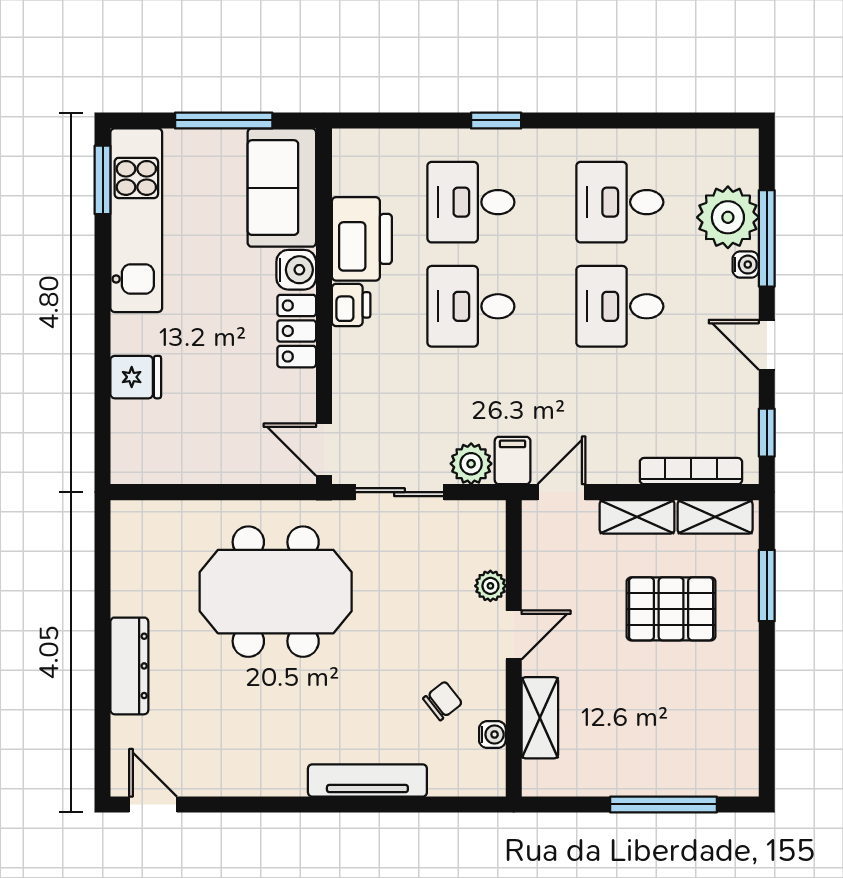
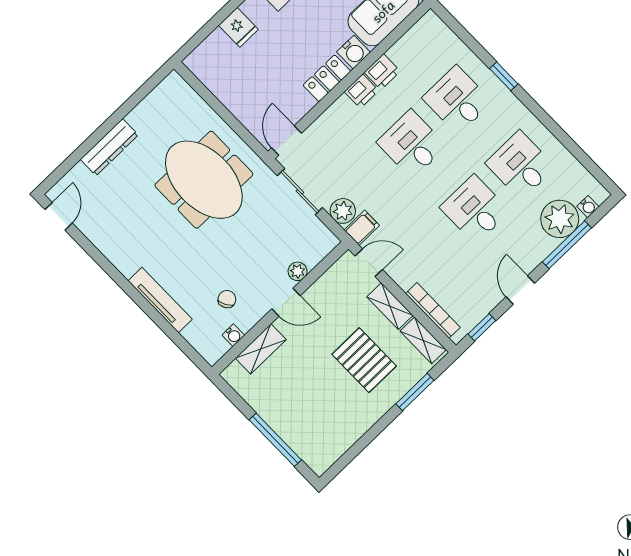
printer: (362, 239) -> (382, 72), width x0.53, depth x0.68
water cooler: (746, 265) -> (588, 207), moved
chair: (443, 701) -> (227, 299), turned -81

